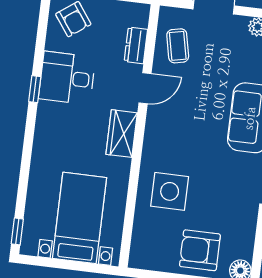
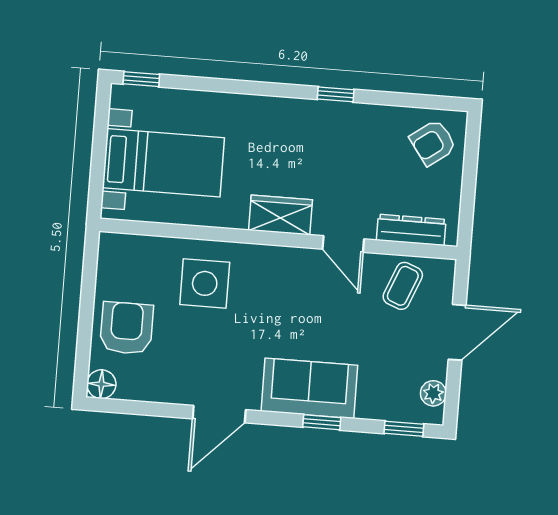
dresser: (136, 45) -> (411, 230), width x1.44
coffee table: (178, 46) -> (403, 286), turned -56
desk: (67, 78) -> (353, 137), removed

